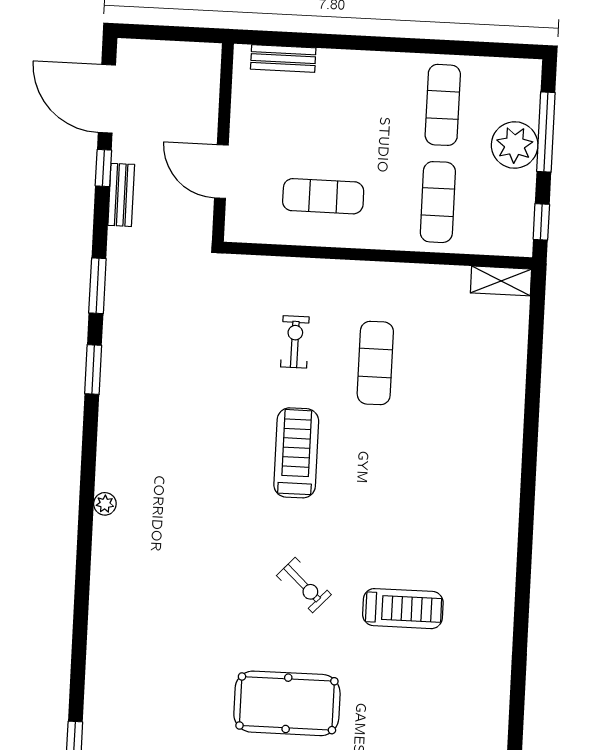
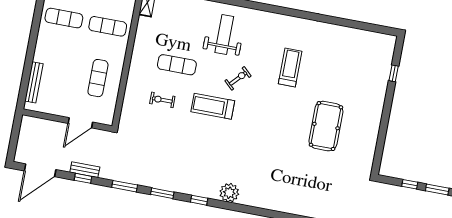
bench: (283, 59) -> (34, 82), width x1.36
window: (103, 168) -> (83, 178), moved
window: (89, 451) -> (199, 200), added
weight bench: (455, 456) -> (224, 34), added
plant: (105, 504) -> (229, 193), width x1.88, depth x1.88
exercise bike: (304, 585) -> (238, 78), moved

